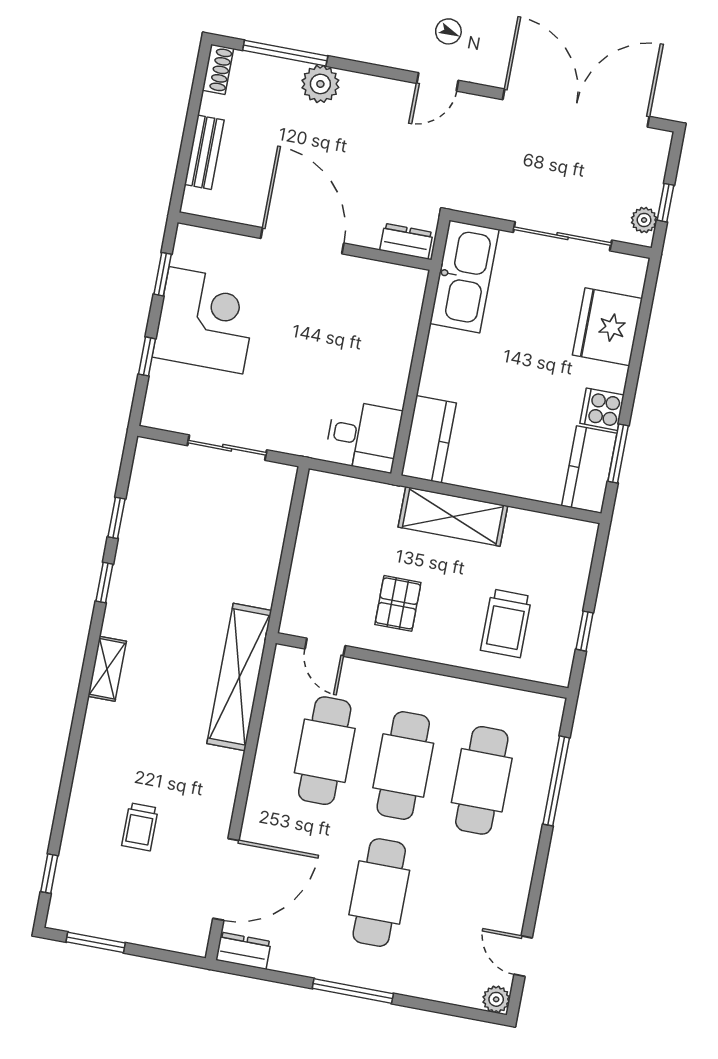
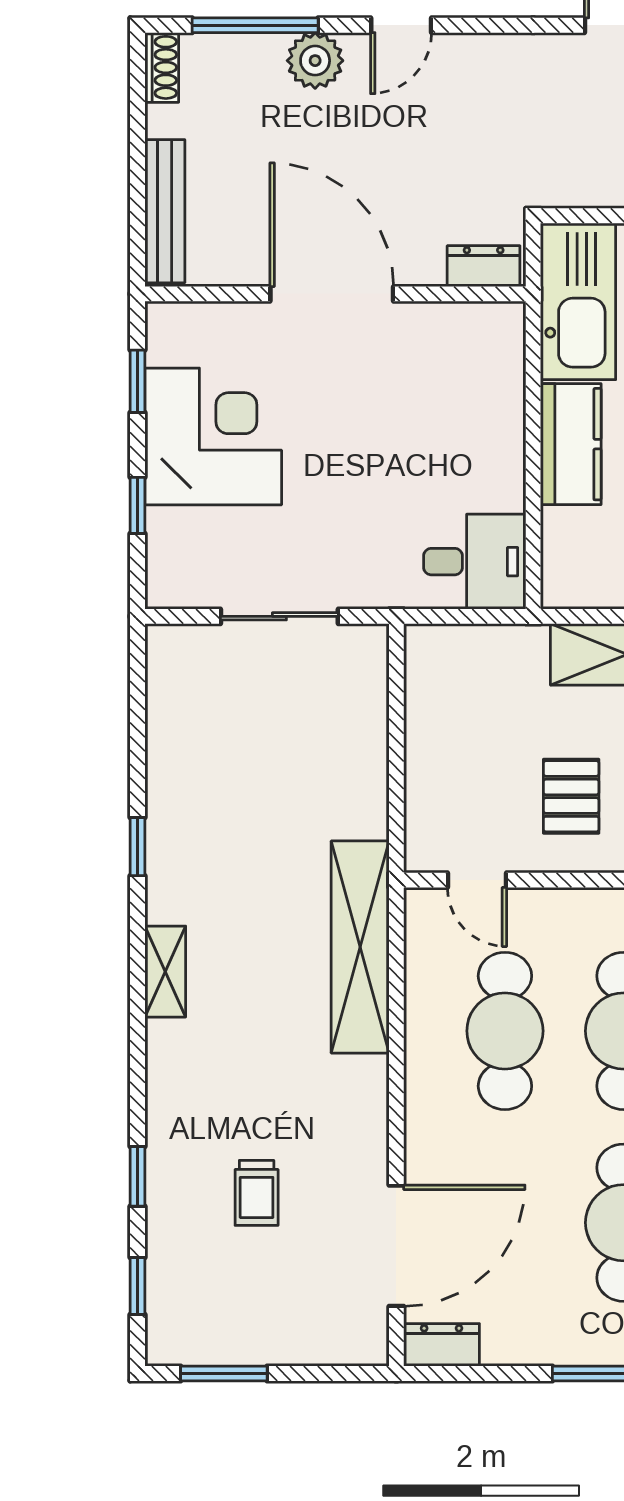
door: (438, 82) -> (401, 25), moved
bench: (204, 152) -> (165, 211), width x1.36
kitchen counter: (429, 439) -> (571, 444), moved
window: (116, 518) -> (137, 1176), moved

